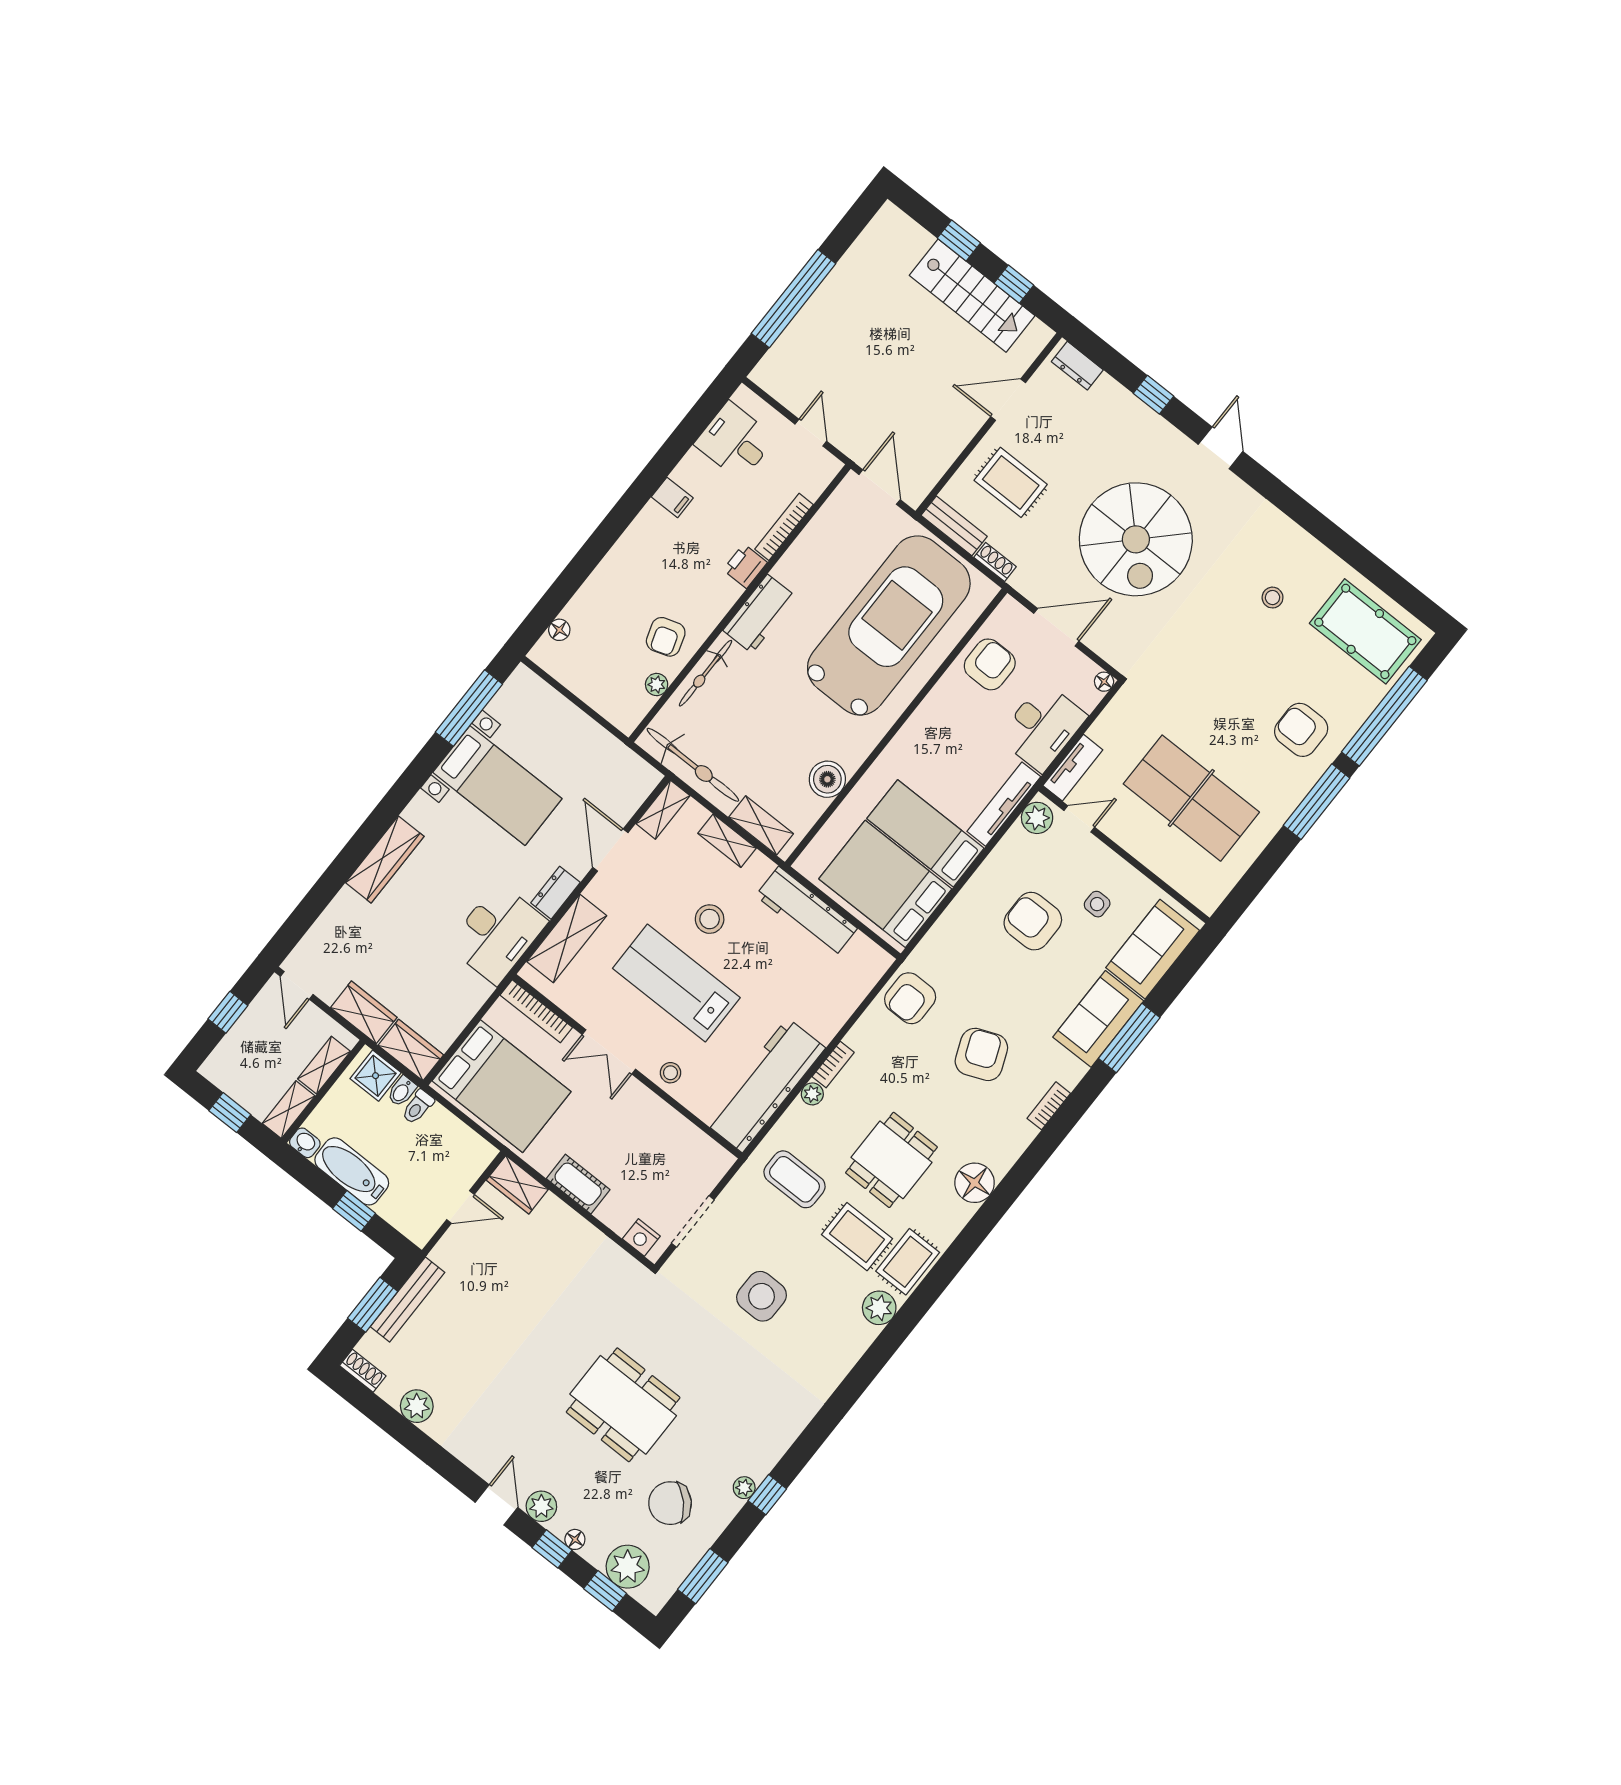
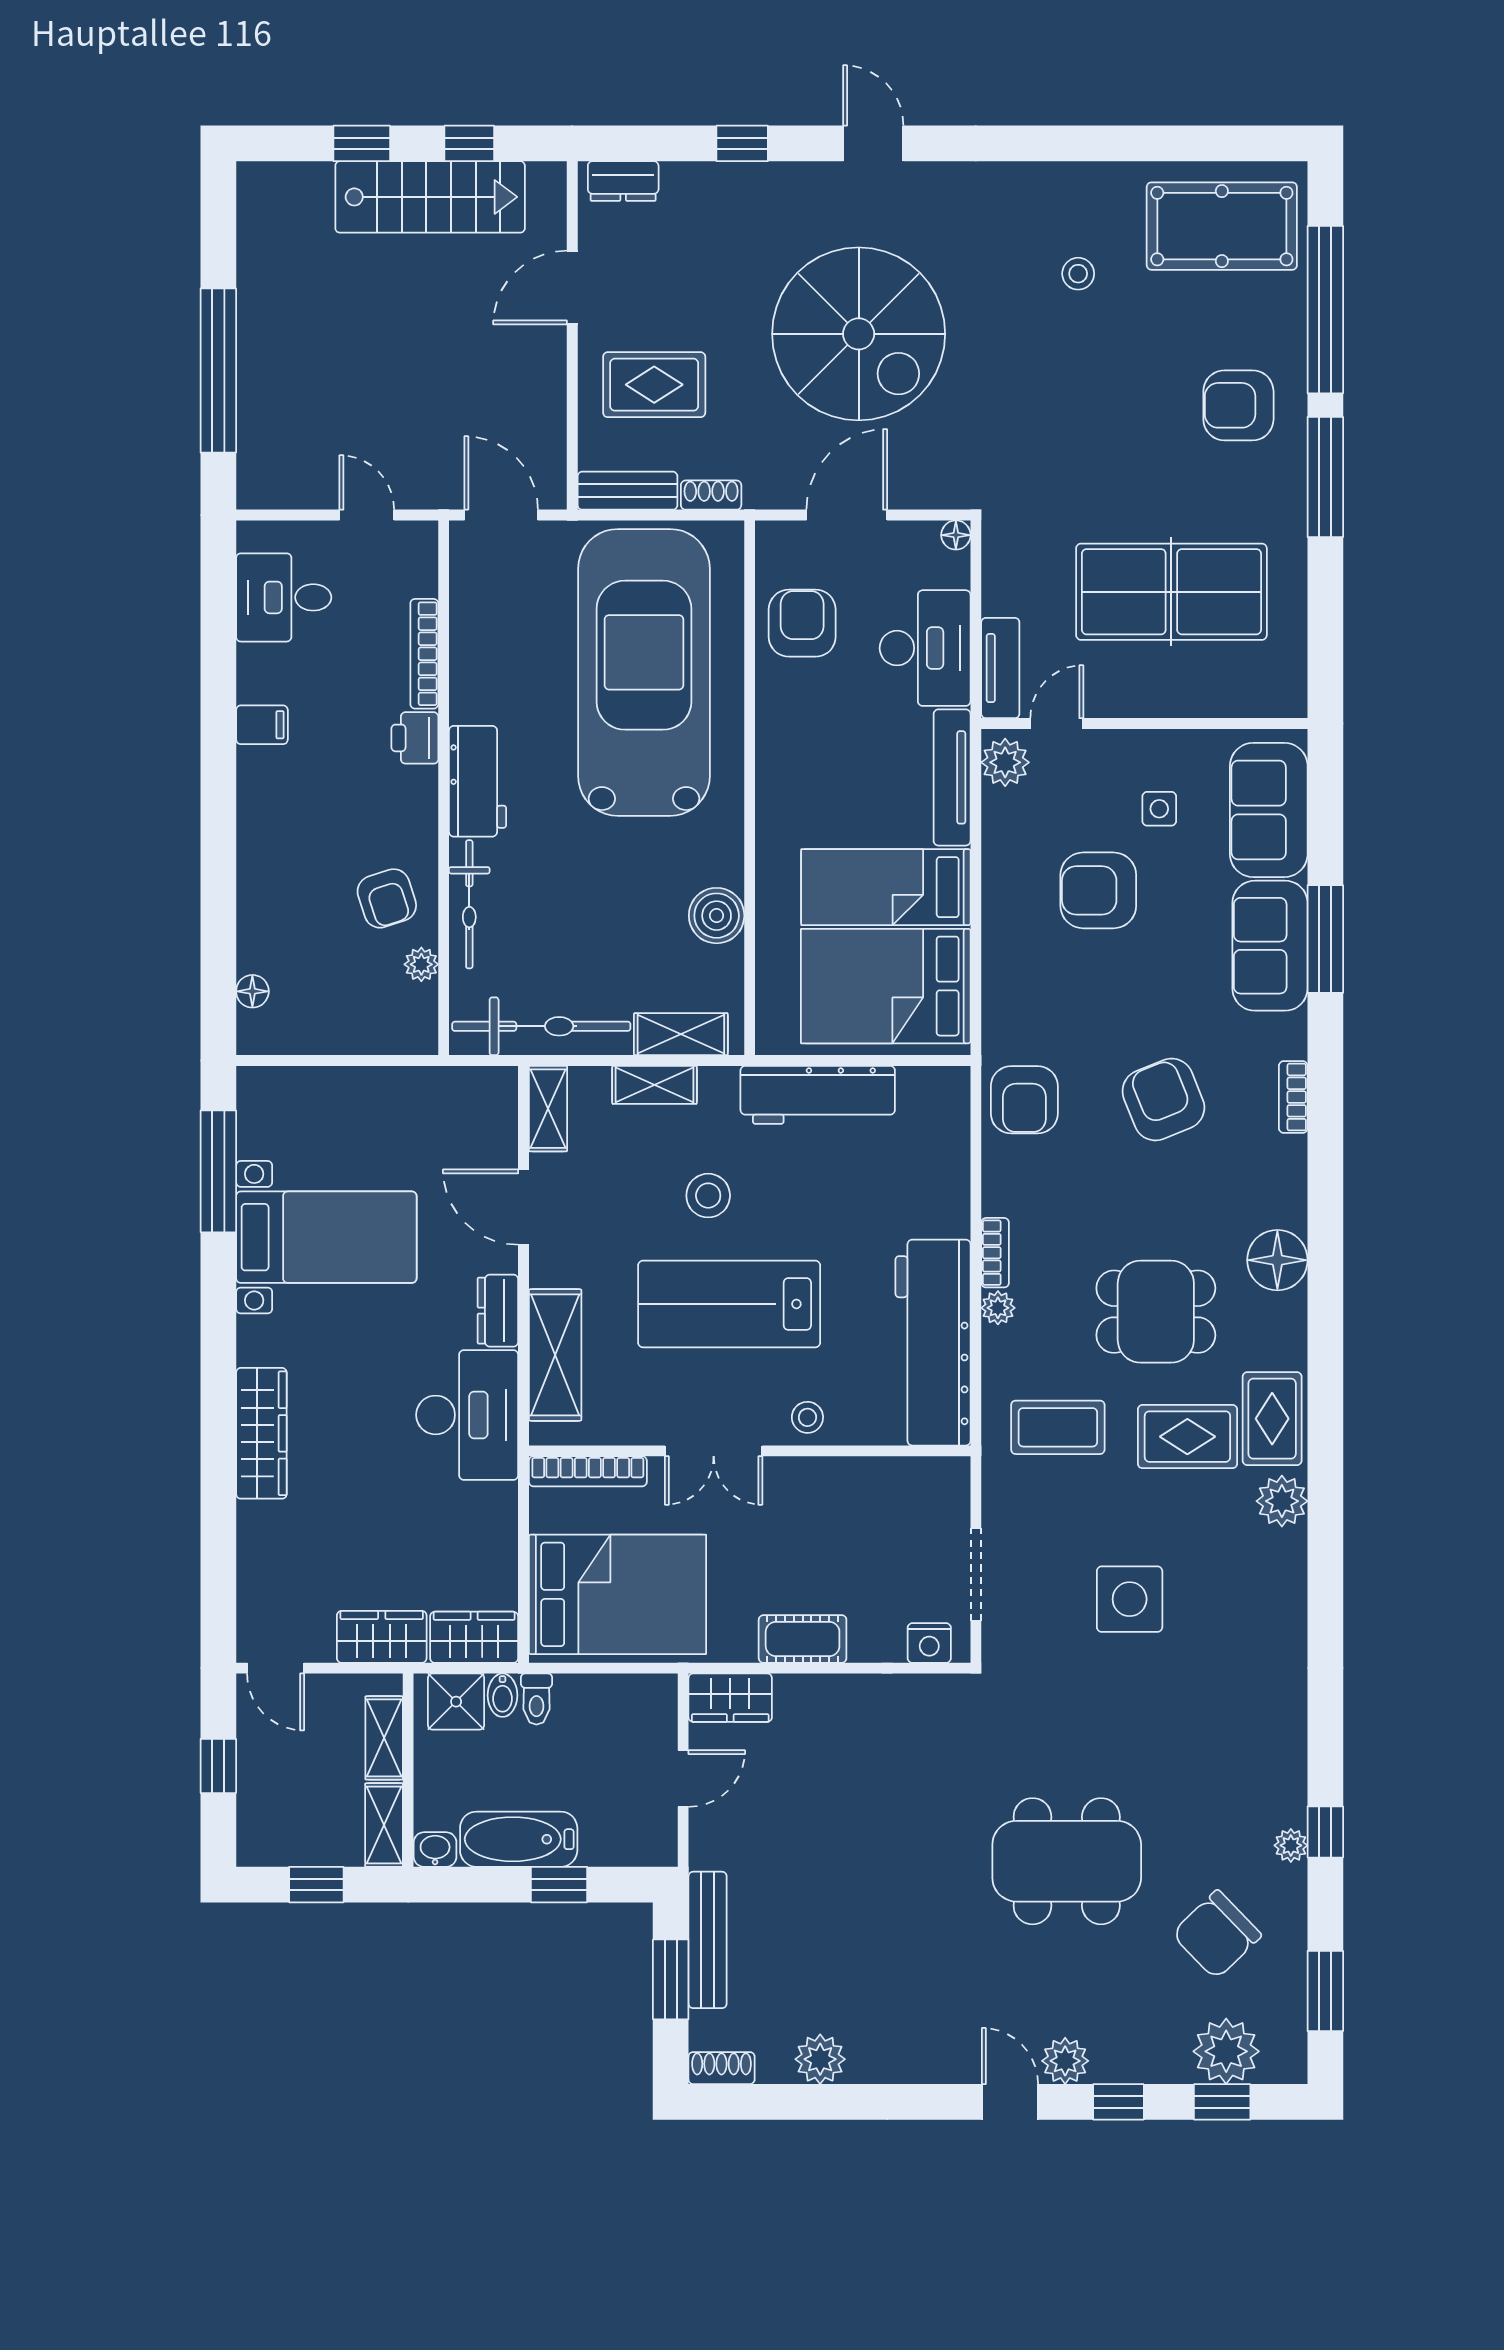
dining table: (891, 1160) -> (1156, 1312), turned 90
floor lamp: (575, 1539) -> (1137, 2069), removed

